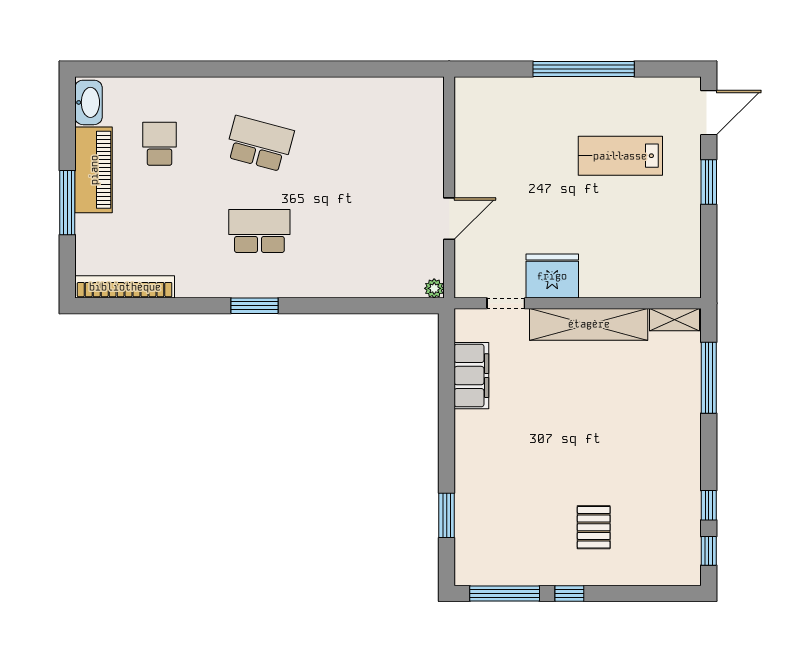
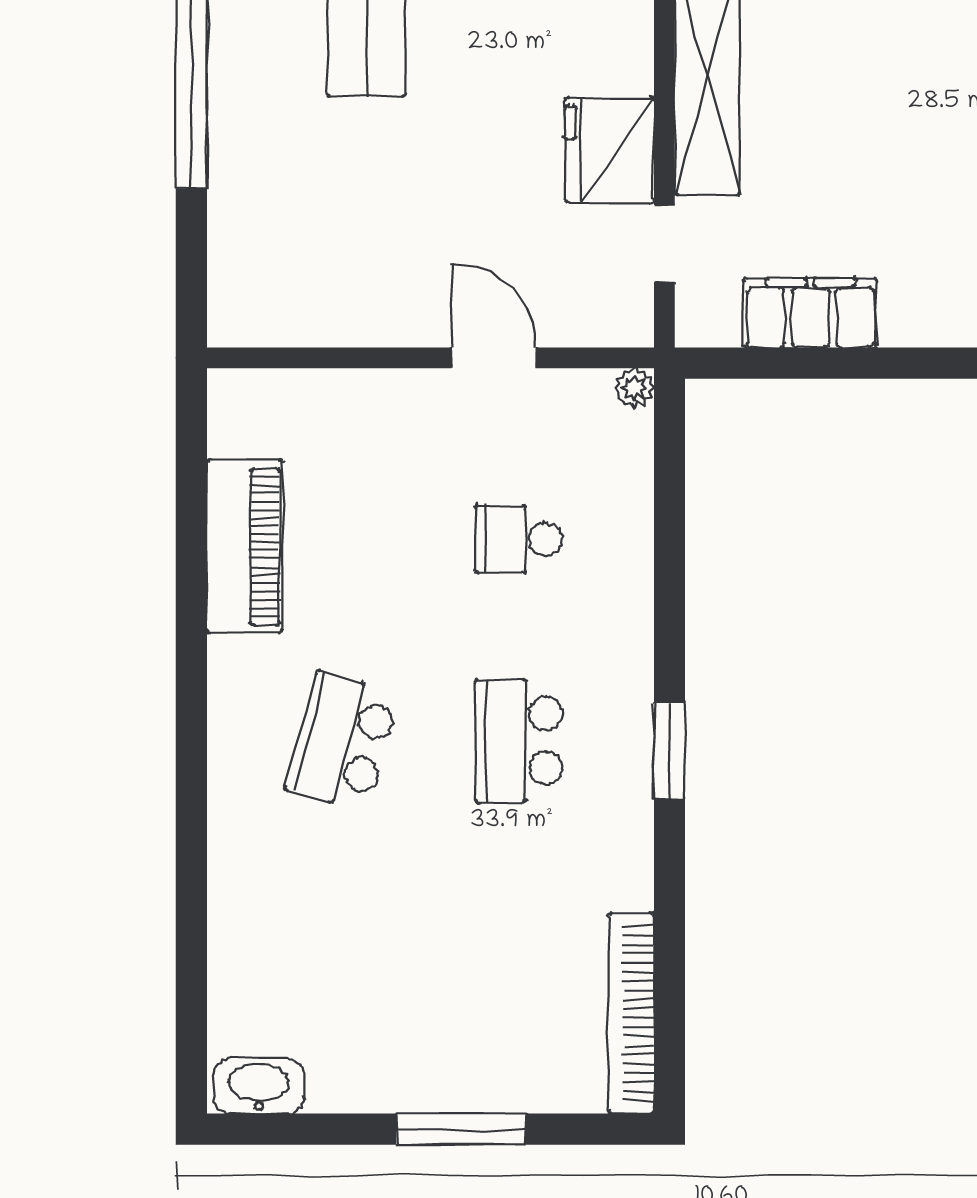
school desk: (159, 144) -> (519, 539), moved
piano: (94, 170) -> (245, 547), moved, turned 90

